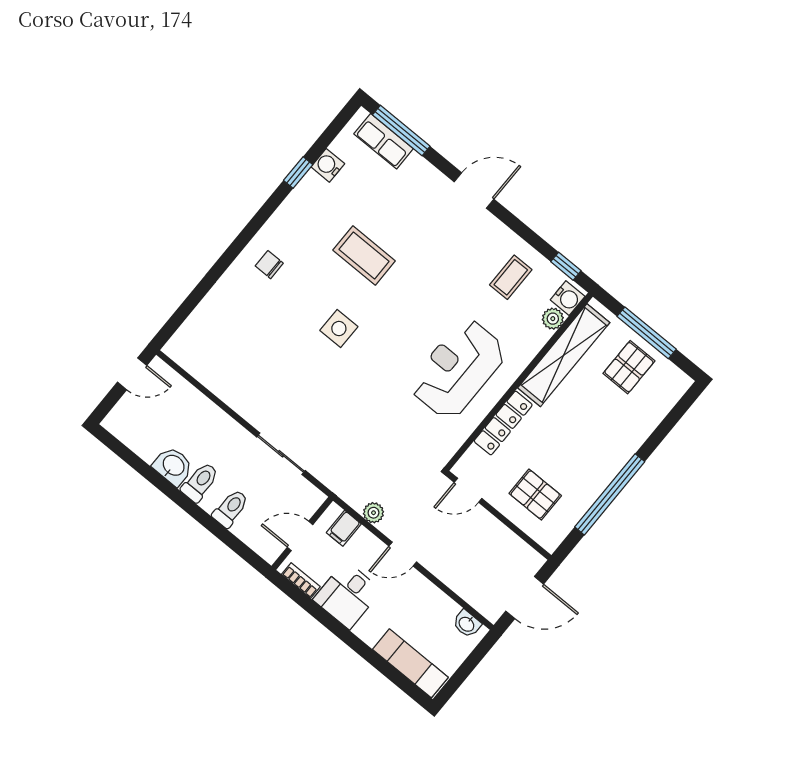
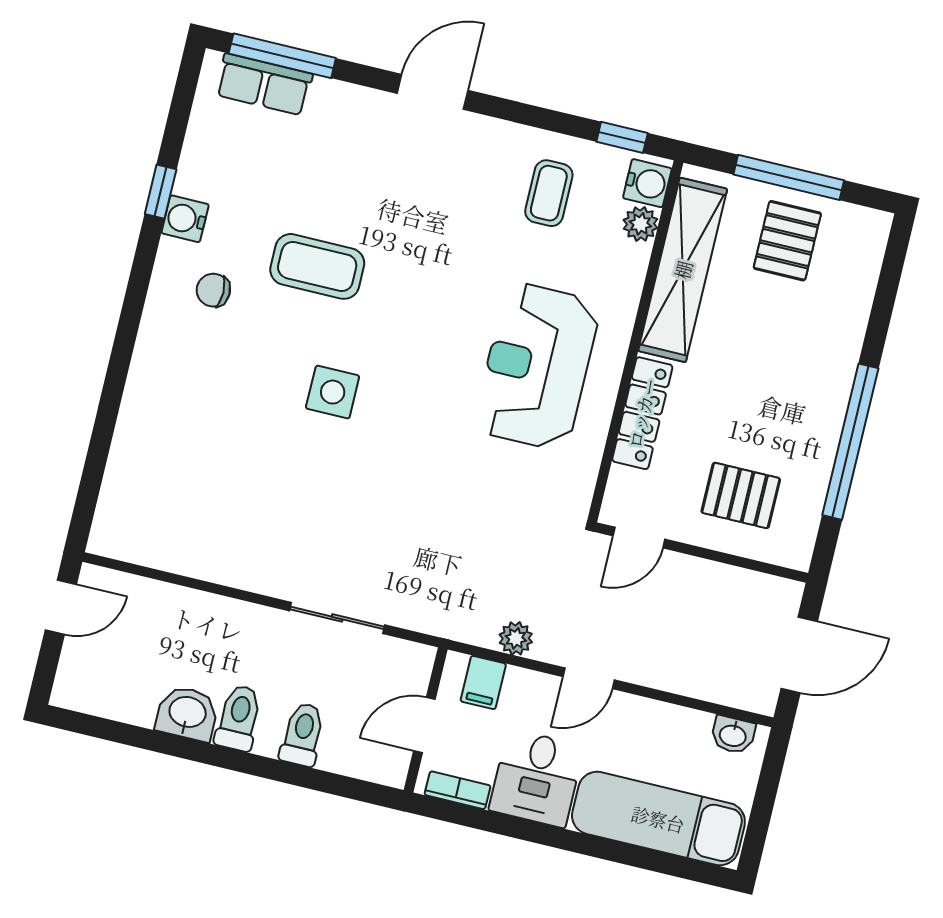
water cooler: (328, 165) -> (185, 219), moved
chair: (269, 265) -> (213, 290), moved
exam couch: (410, 663) -> (658, 819), width x1.36, depth x1.45

